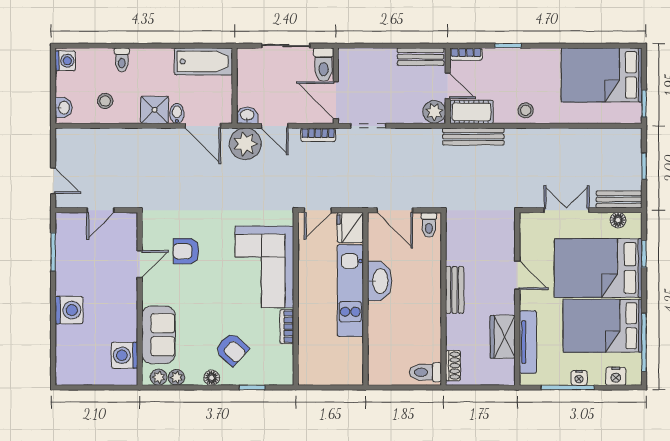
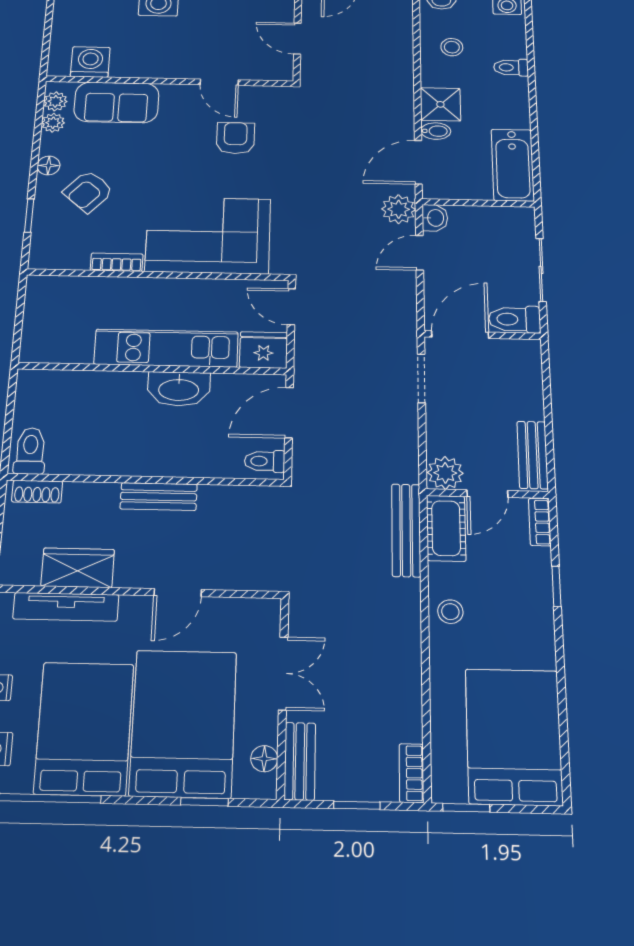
bookcase: (318, 135) -> (411, 773), moved
plant: (245, 144) -> (399, 209), width x0.73, depth x0.73

